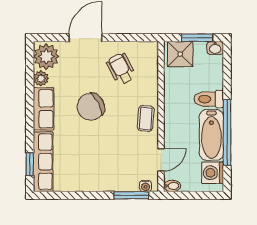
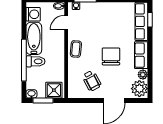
chair: (91, 107) -> (111, 56), turned -63
window: (227, 132) -> (24, 60), moved

